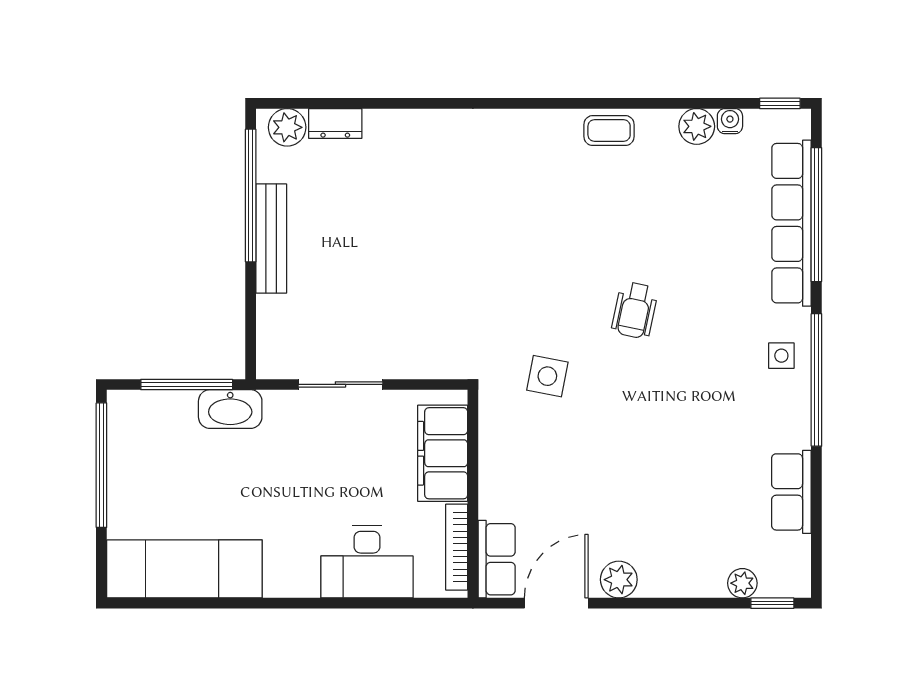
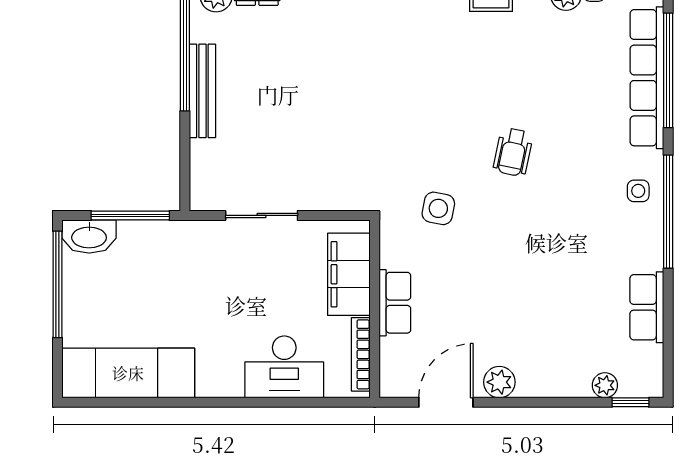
washbasin: (230, 409) -> (89, 237), moved
row of seats: (497, 559) -> (395, 303), moved

